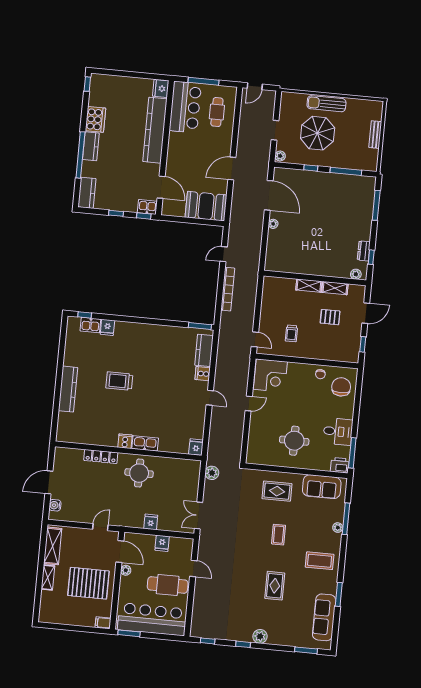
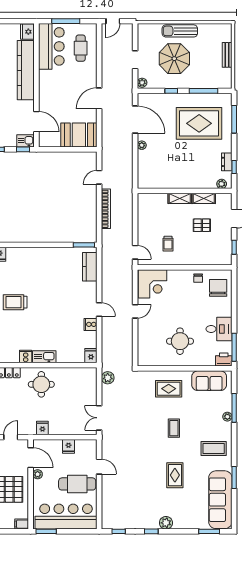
rug: (338, 206) -> (199, 123), added
cooker: (203, 374) -> (91, 324), moved
fridge: (151, 522) -> (42, 428), moved
sofa: (324, 617) -> (220, 500), width x1.36, depth x1.27

